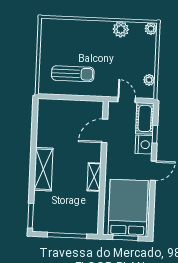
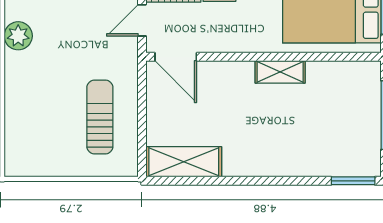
door: (105, 131) -> (176, 57), moved
shelving: (43, 169) -> (184, 162), moved

